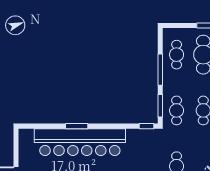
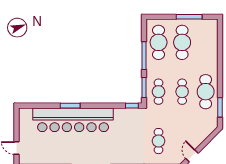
cafe table: (177, 55) -> (159, 42), width x1.37, depth x1.35

